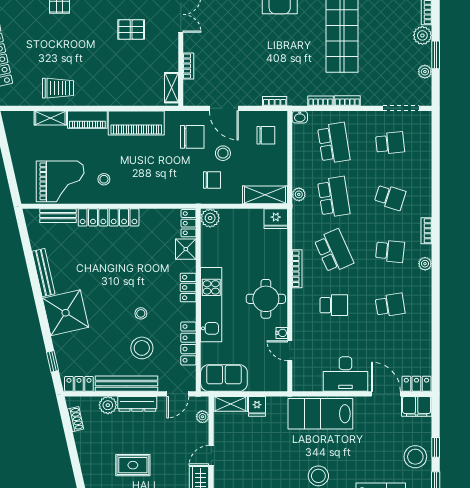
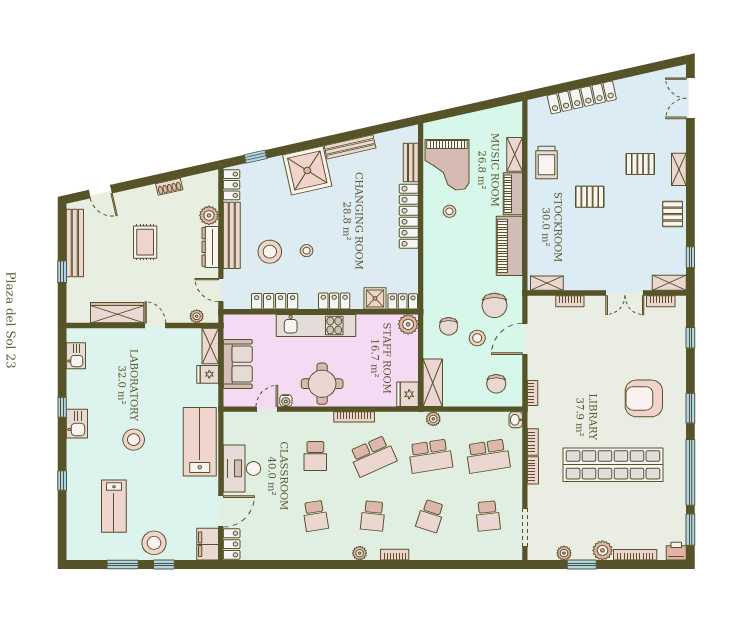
pallet: (131, 30) -> (590, 197), moved, turned 90
sofa: (224, 378) -> (238, 364), moved
shoe rack: (76, 419) -> (169, 187), moved

